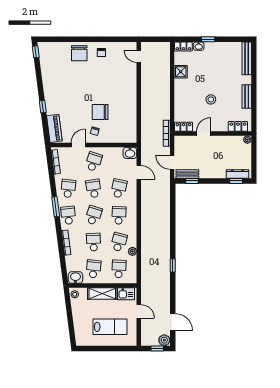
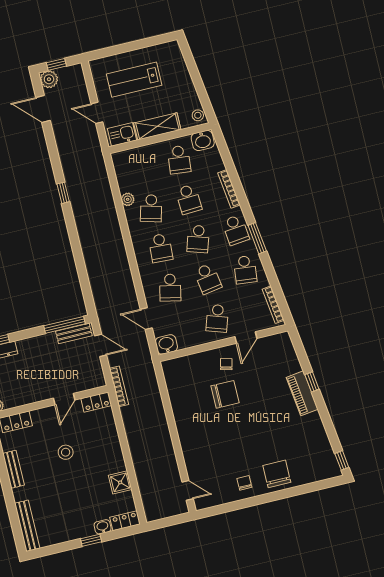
piano: (54, 128) -> (302, 393), moved
window: (192, 181) -> (64, 325), width x2.17
school desk: (119, 269) -> (142, 169), removed

